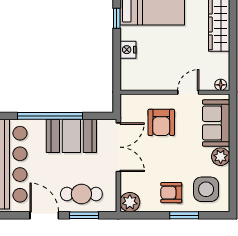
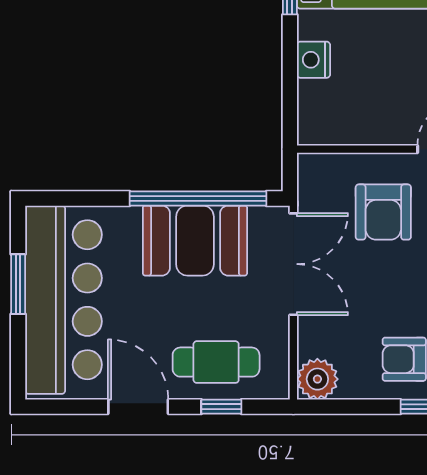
window: (50, 116) -> (198, 198), moved
window: (84, 215) -> (221, 407), width x0.67

